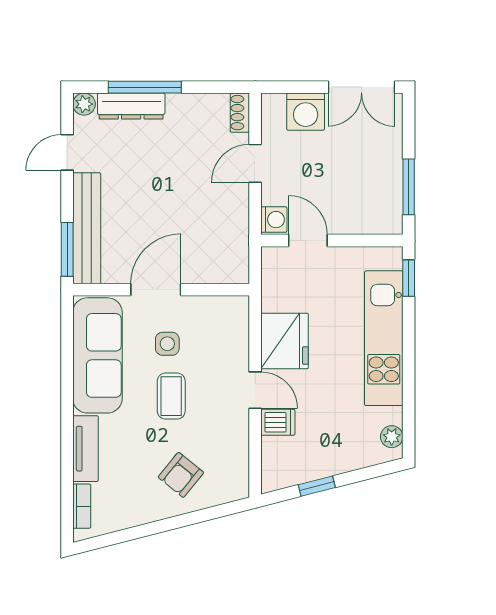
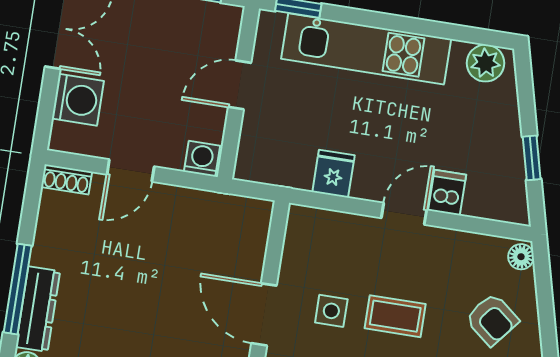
door: (255, 163) -> (131, 170), hinge flipped
door: (308, 241) -> (240, 85), moved
fridge: (285, 341) -> (333, 174), width x0.53, depth x0.75
plant: (392, 437) -> (485, 63), width x1.38, depth x1.38
floor lamp: (235, 490) -> (521, 257), added

